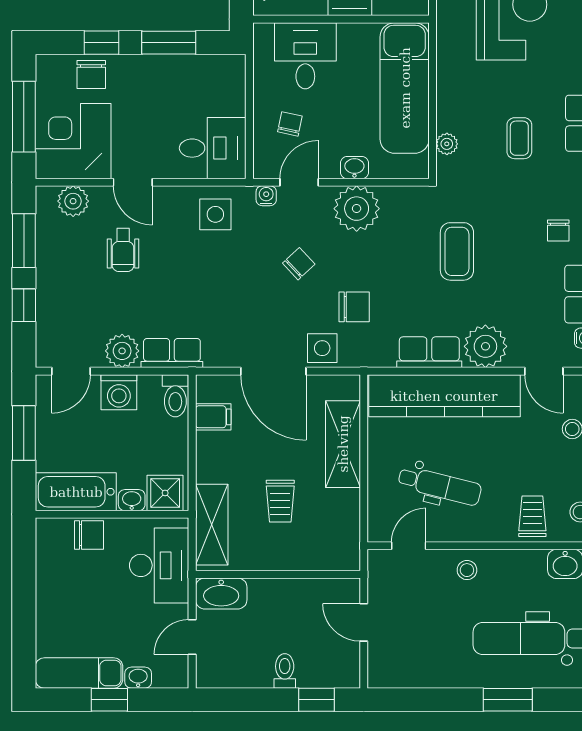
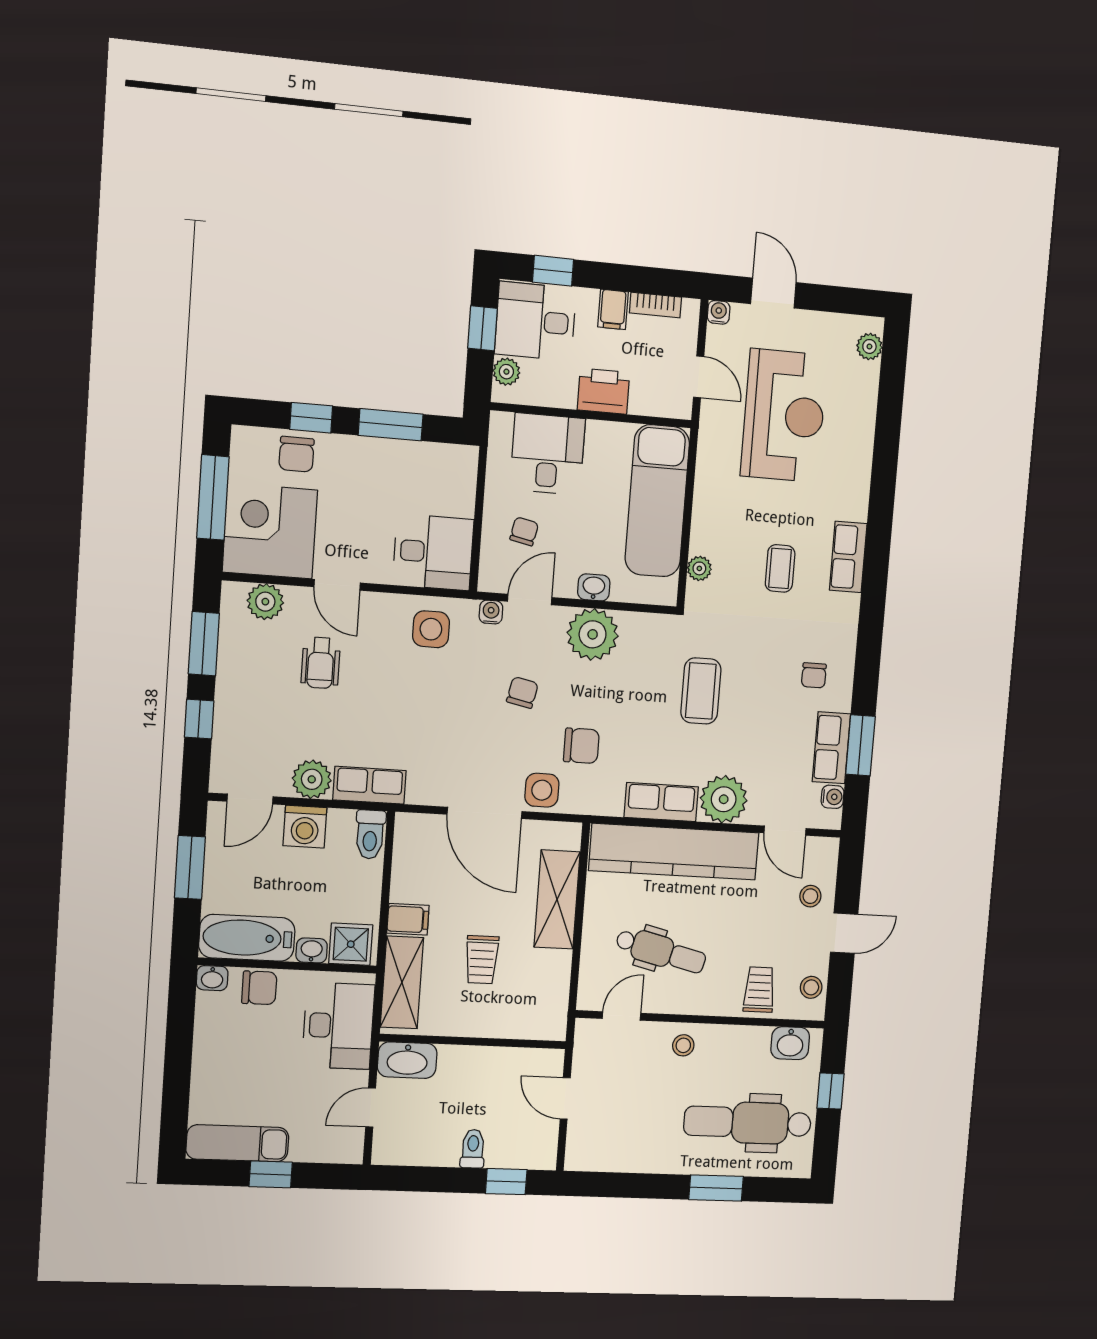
chair: (299, 264) -> (522, 693), turned -35
filing cabinet: (213, 417) -> (408, 919), moved
washbasin: (138, 678) -> (212, 978), moved, turned 180

